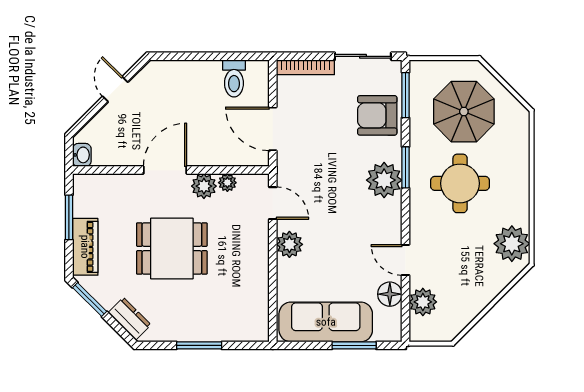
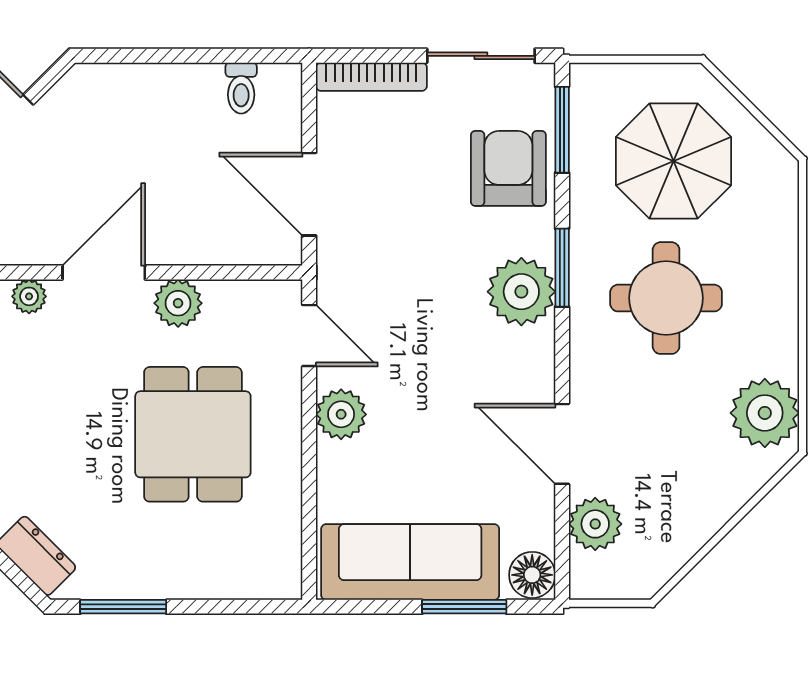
toilet: (234, 78) -> (241, 88), width x0.73, depth x0.72
armchair: (377, 115) -> (508, 168), turned 90
plant: (227, 183) -> (29, 296), moved
dining table: (172, 248) -> (193, 434), moved, turned 90
door: (405, 260) -> (562, 444), width x1.38
floor lamp: (390, 294) -> (532, 575), moved
window: (199, 345) -> (123, 607), moved

